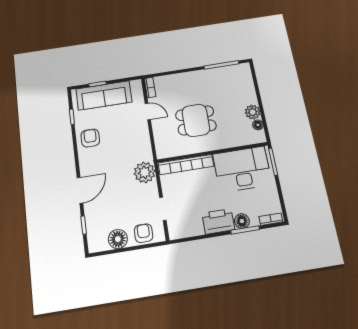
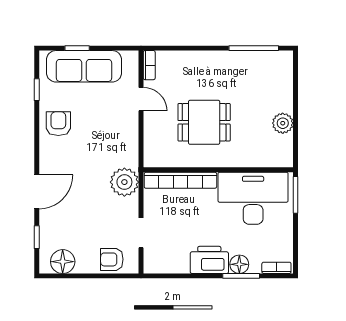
floor lamp: (258, 125) -> (286, 142), removed
armchair: (144, 233) -> (112, 259), turned -90
floor lamp: (118, 239) -> (63, 262), moved

